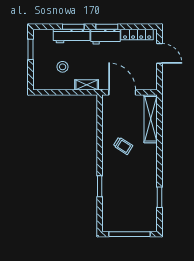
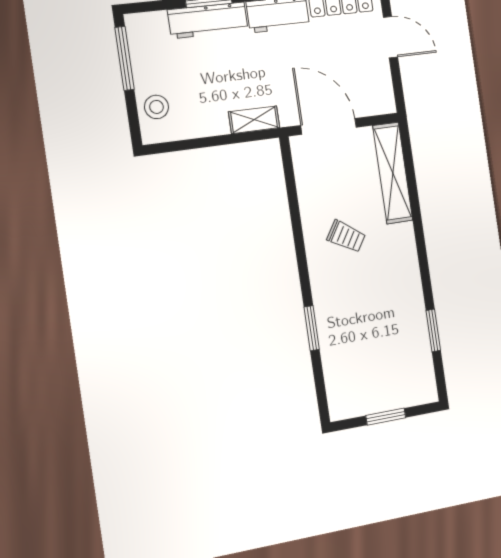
window: (31, 49) -> (125, 58), width x1.44
stool: (63, 67) -> (156, 107), moved
window: (129, 234) -> (386, 417), width x0.47

